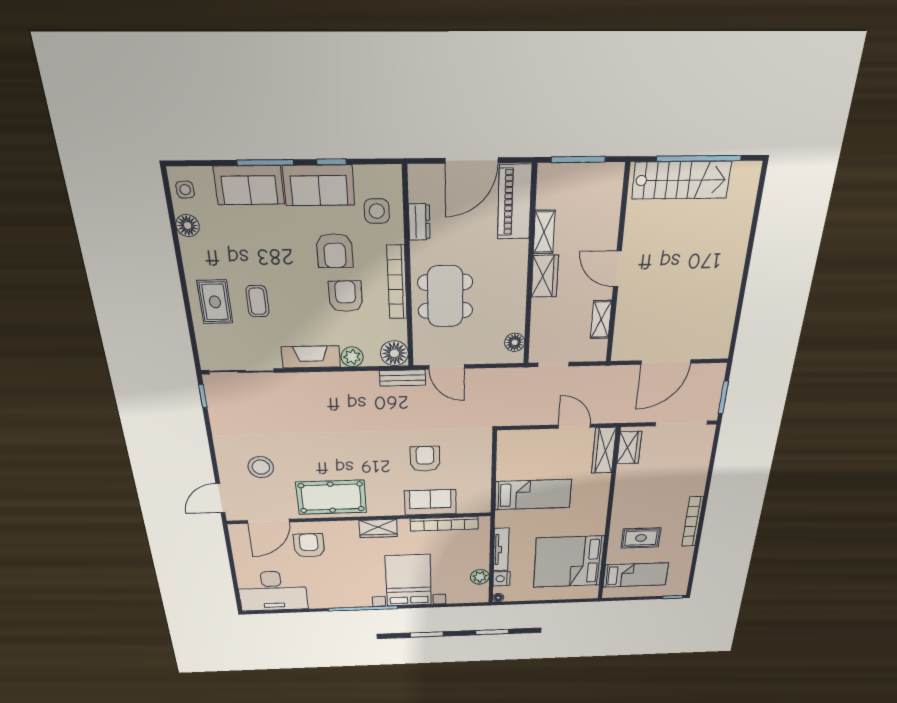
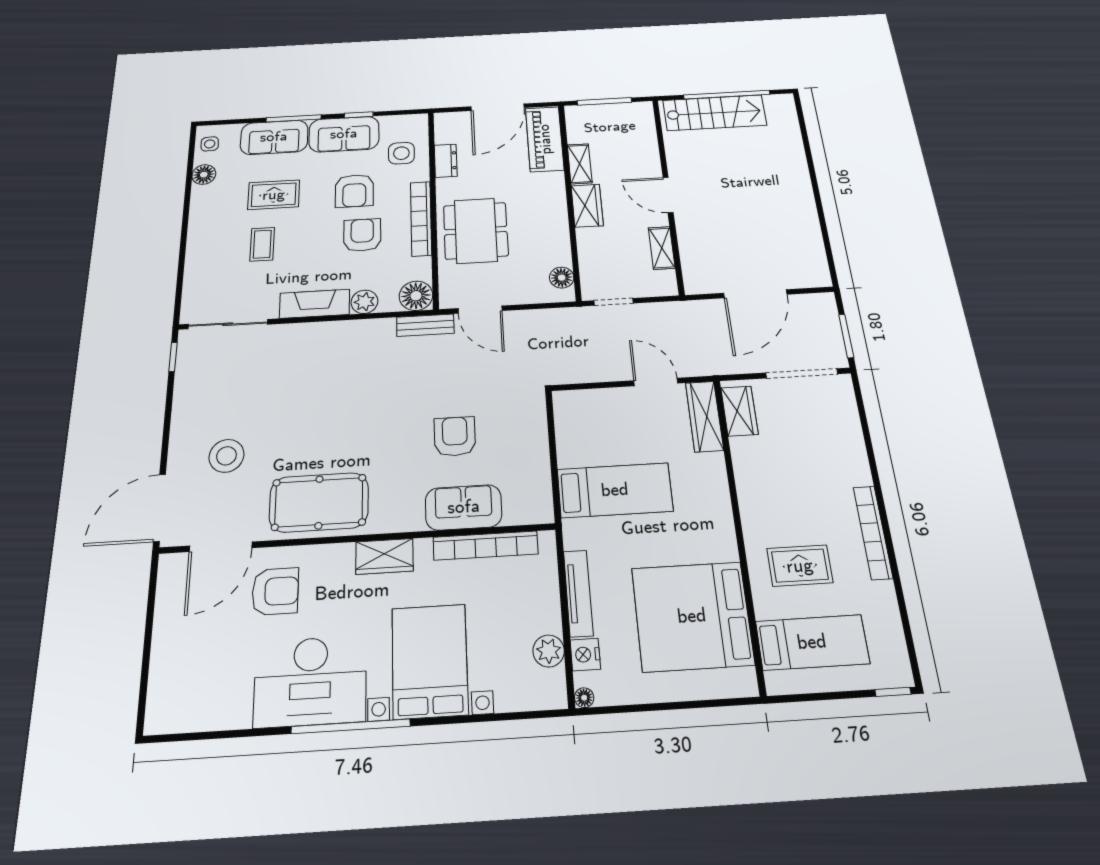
rug: (215, 302) -> (274, 195), moved, turned 90
door: (220, 498) -> (160, 508), width x1.36
armchair: (309, 546) -> (275, 591), turned 90
desk: (272, 591) -> (310, 681), moved

